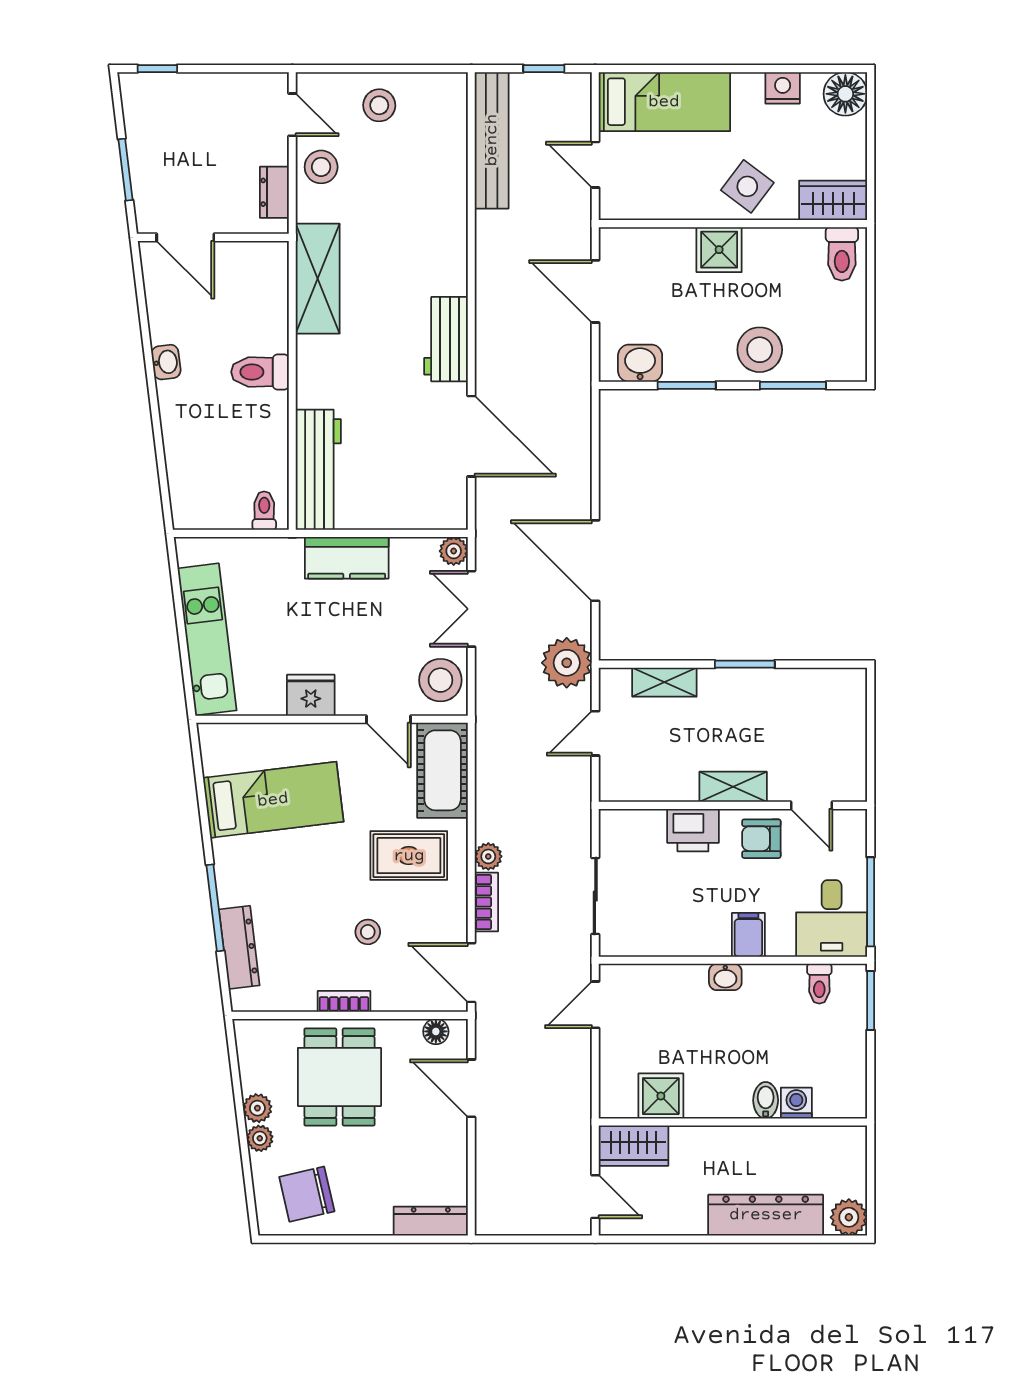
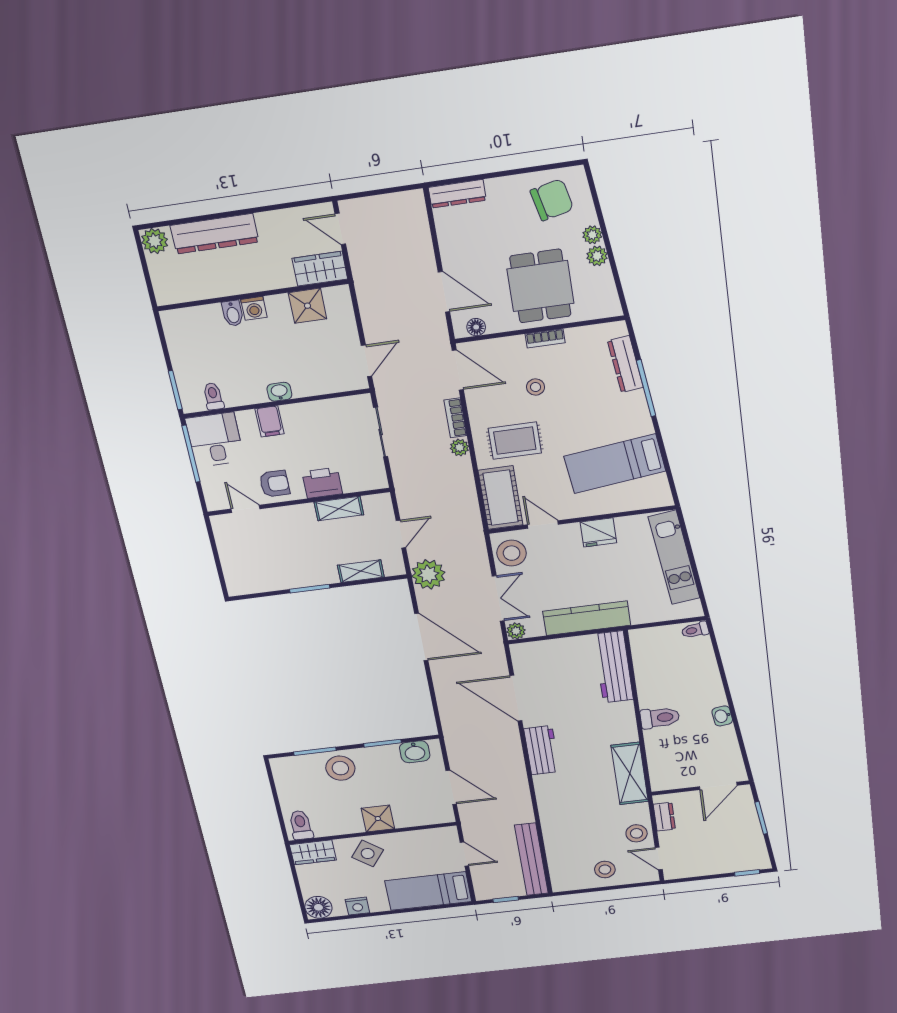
door: (185, 237) -> (718, 786), swing flipped
toilet: (264, 511) -> (695, 630), moved, turned 83
kitchen counter: (347, 558) -> (587, 618), width x1.50
shelving: (733, 787) -> (339, 508), moved
washing machine: (796, 1103) -> (254, 308), moved

